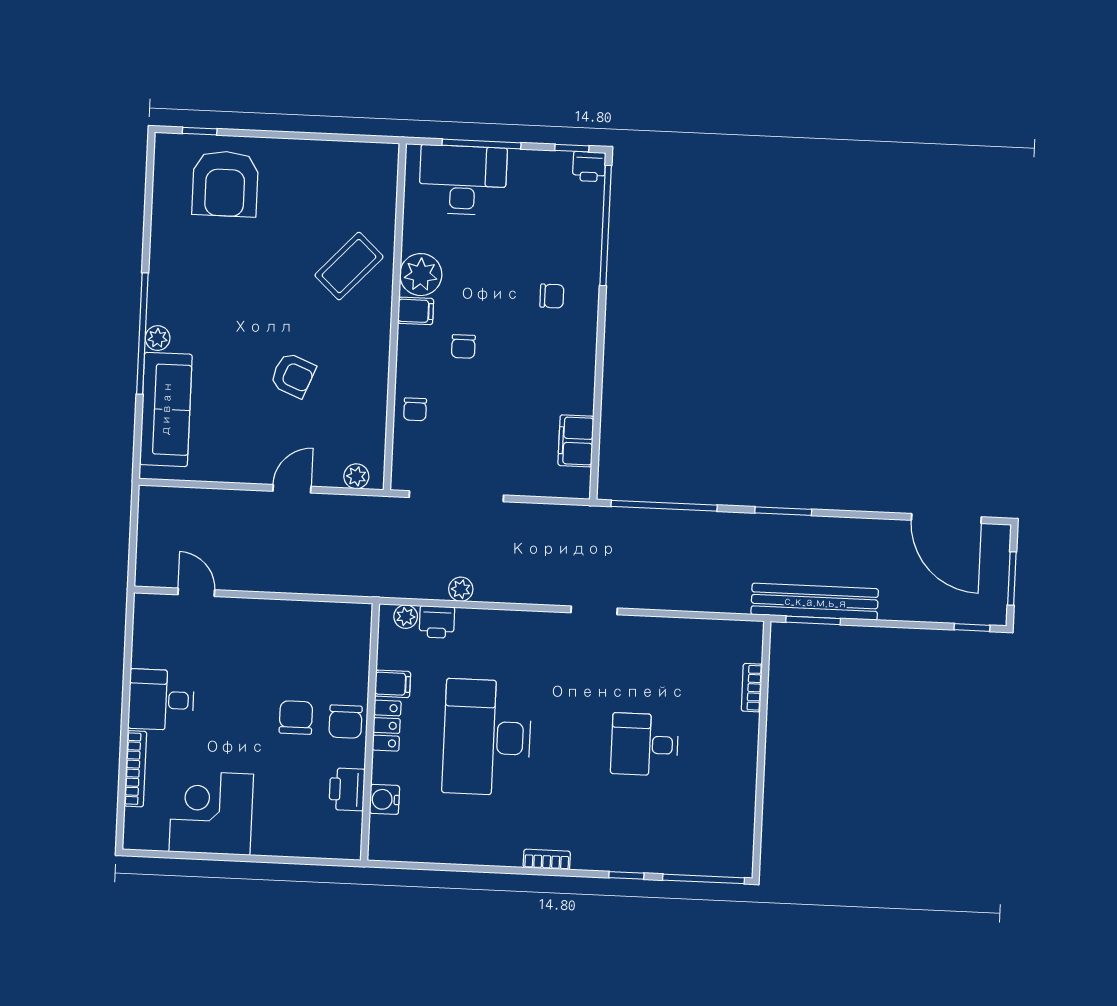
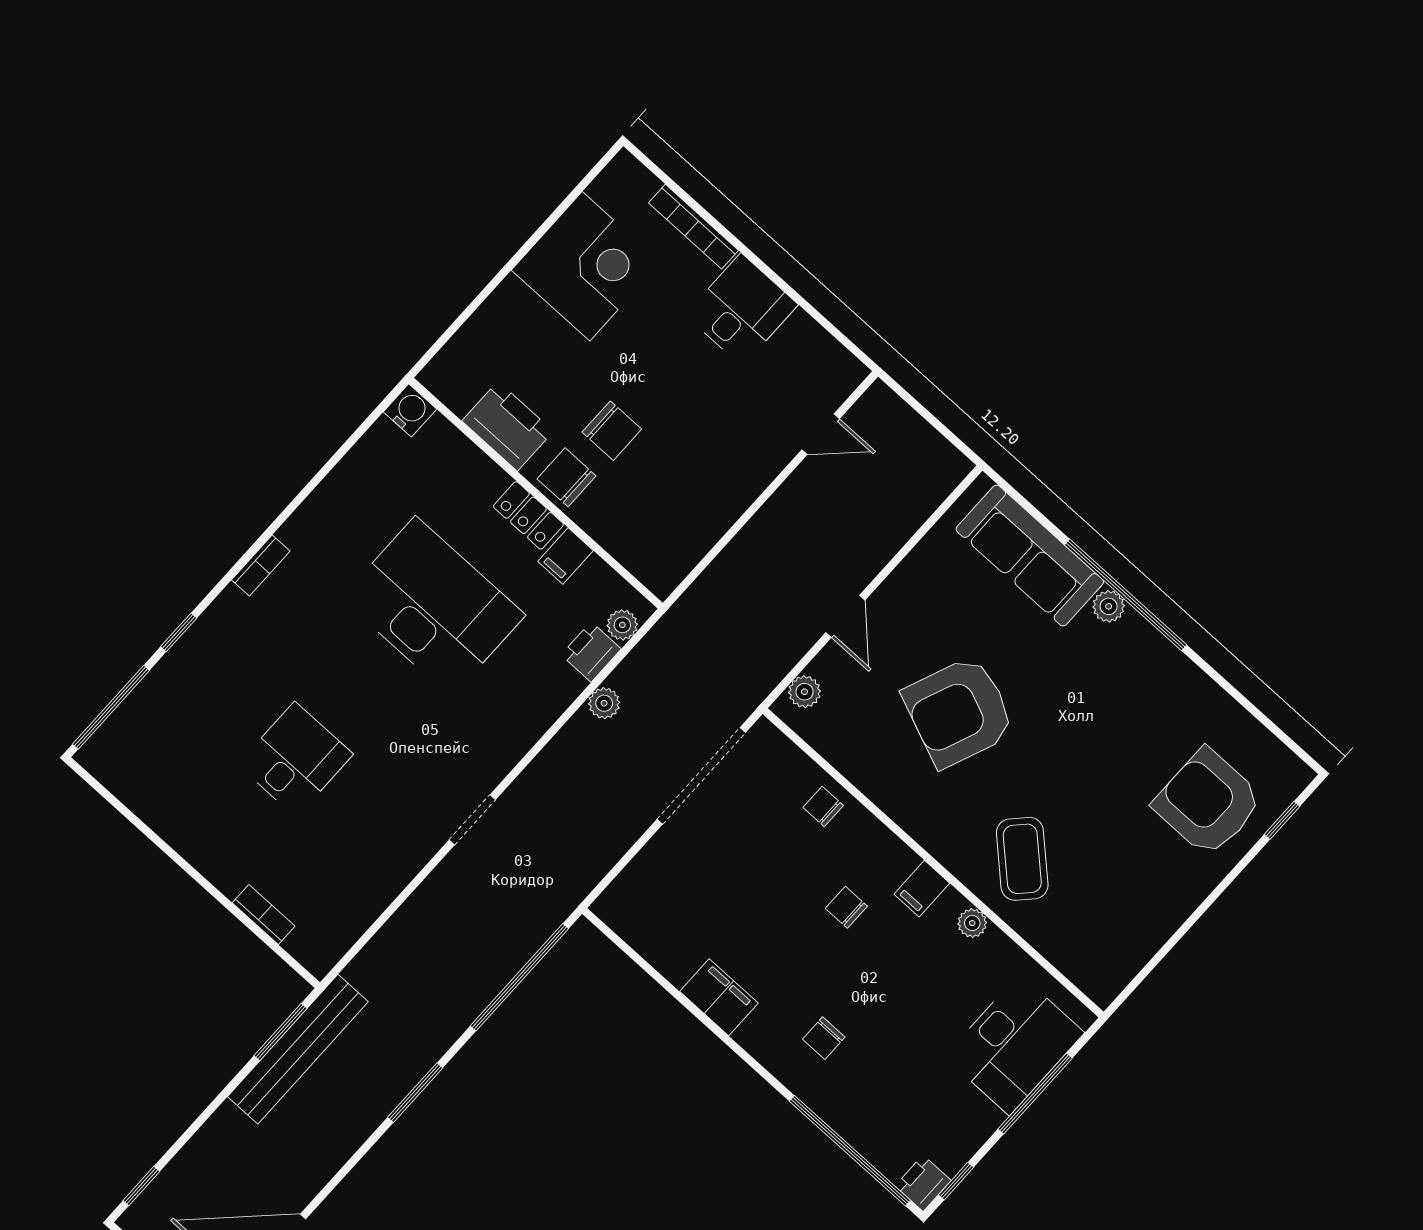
plant: (421, 275) -> (972, 923), width x0.53, depth x0.53
armchair: (293, 375) -> (959, 712), width x1.88, depth x1.88
filing cabinet: (576, 441) -> (719, 997), moved
printer: (347, 789) -> (508, 426), width x1.37, depth x1.19
water cooler: (384, 799) -> (410, 410), moved

